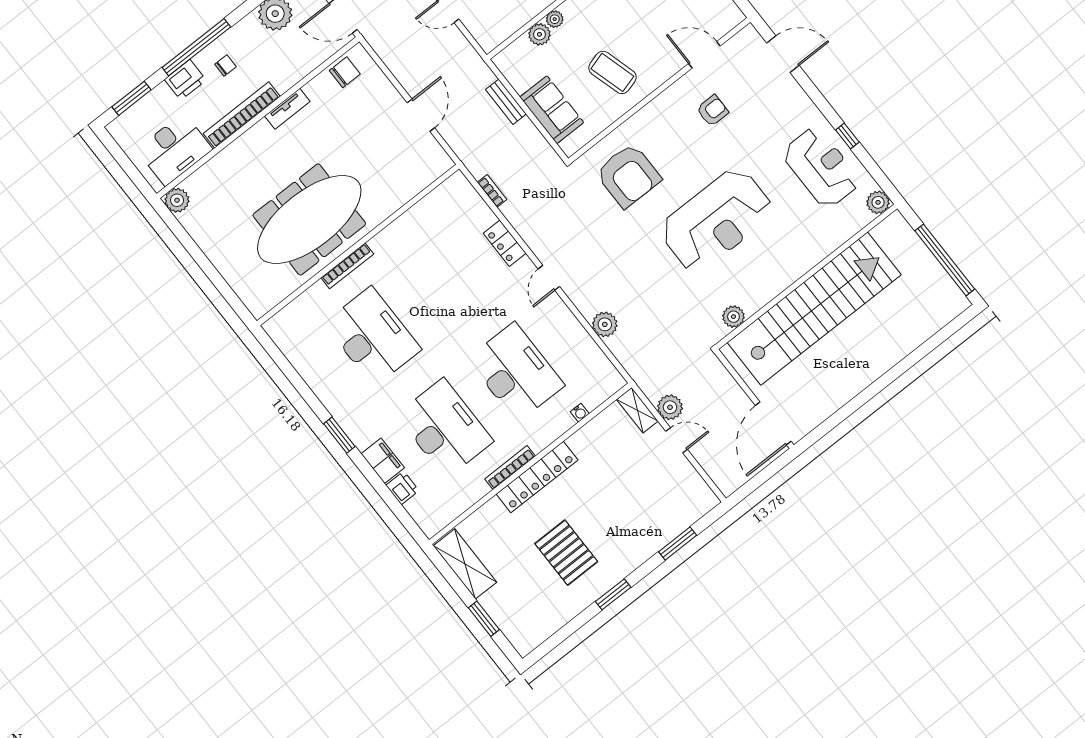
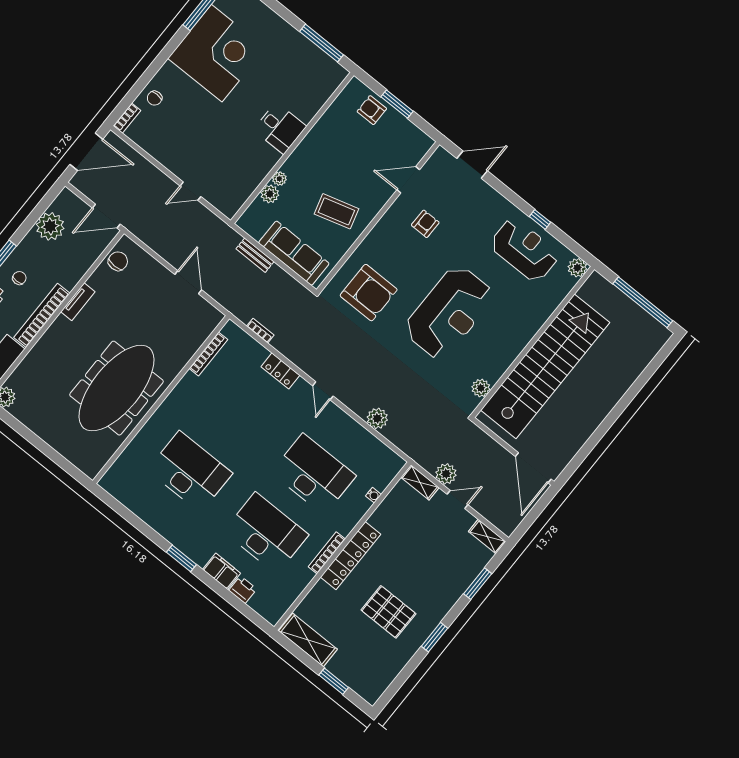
sofa: (552, 110) -> (294, 253), width x1.36
bookcase: (347, 266) -> (208, 354), moved
shelving: (701, 491) -> (487, 537), added

